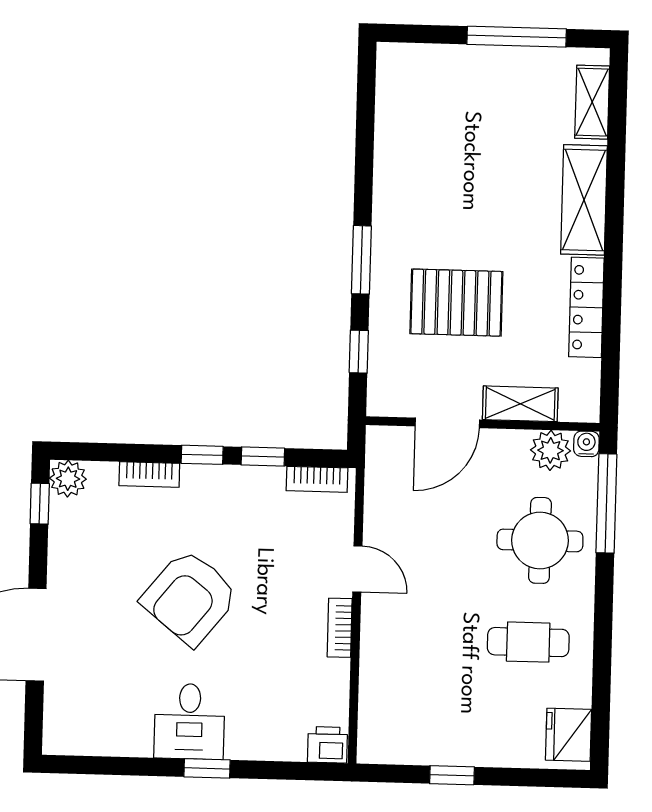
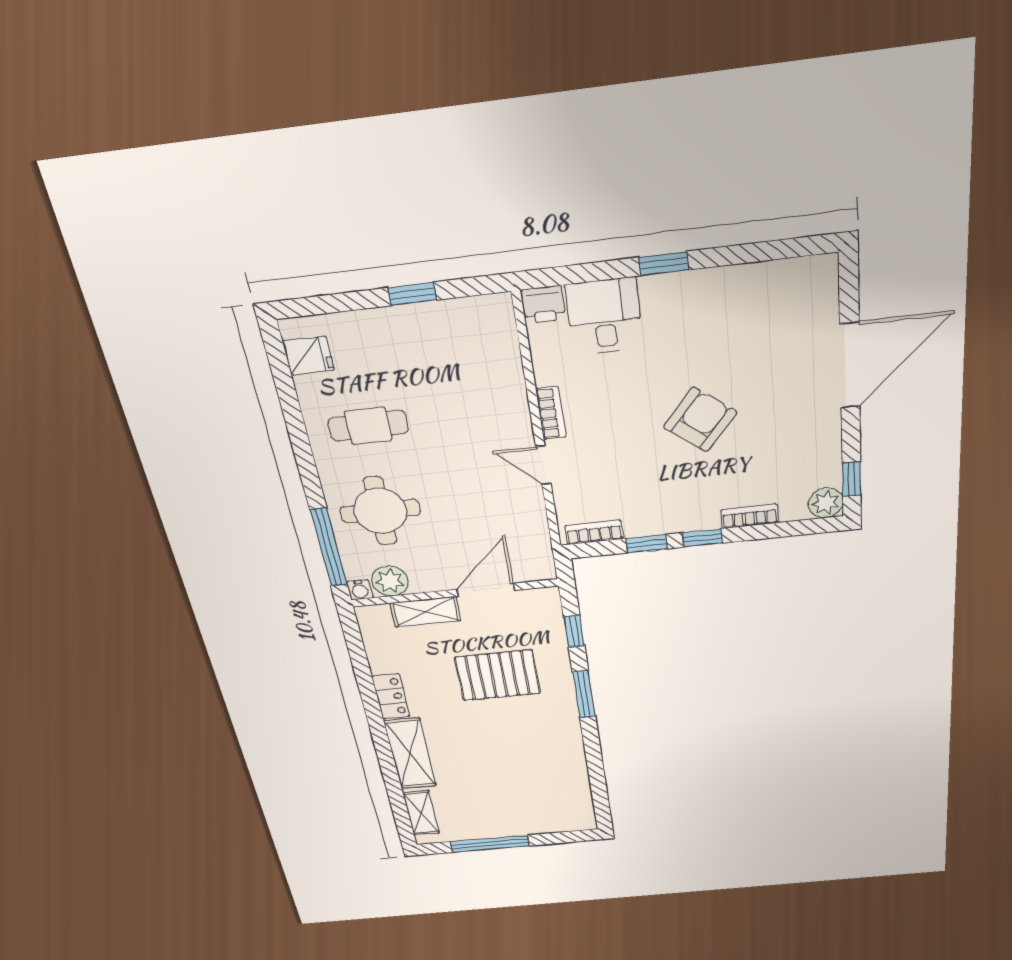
locker: (586, 307) -> (391, 696), width x0.66
armchair: (190, 597) -> (700, 420), width x0.73, depth x0.73
desk: (189, 721) -> (604, 317), moved
fridge: (569, 735) -> (308, 356), width x0.72

